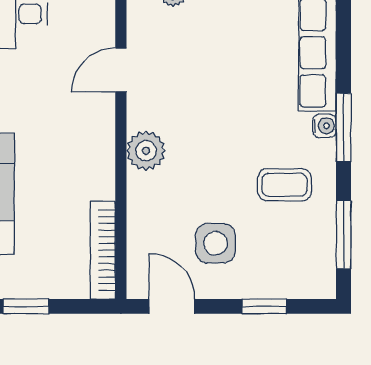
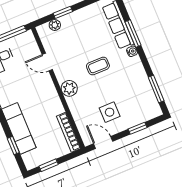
door: (121, 70) -> (47, 62), hinge flipped
window: (344, 127) -> (133, 34), moved
coffee table: (284, 185) -> (98, 66), moved

